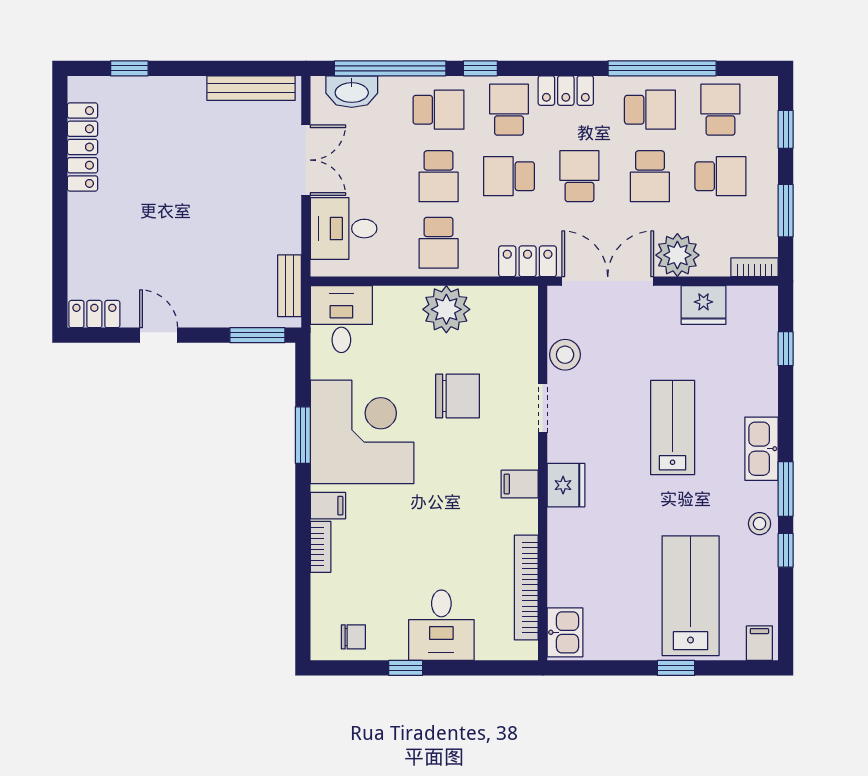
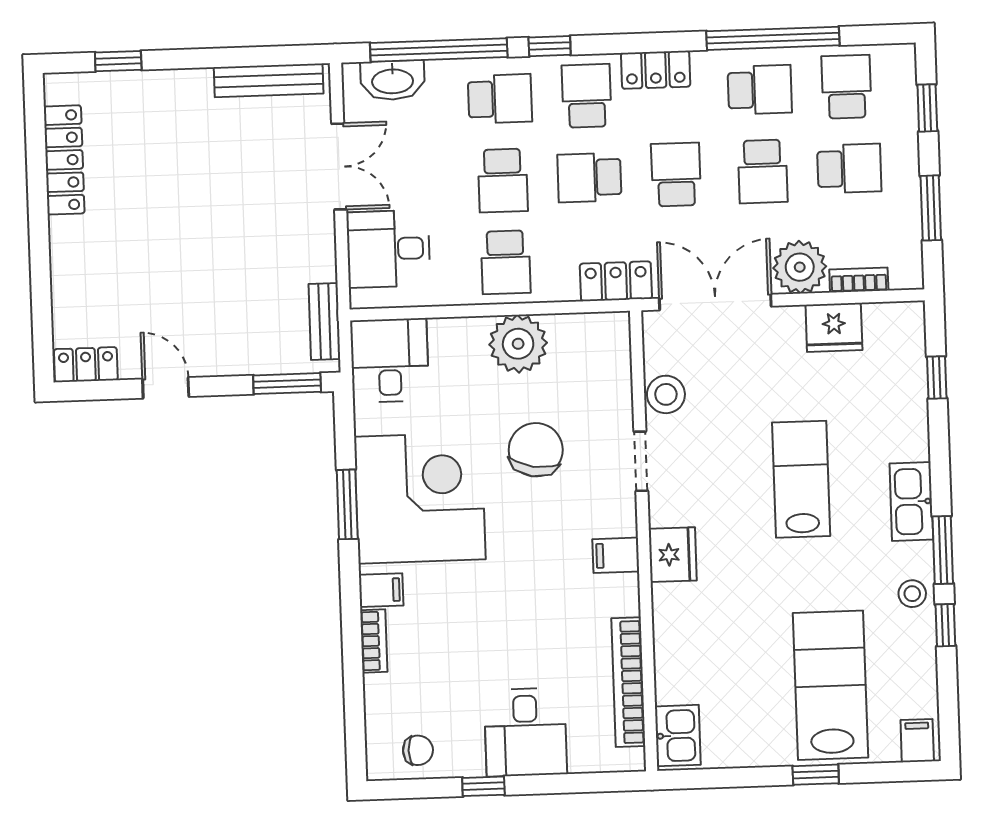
bookcase: (755, 267) -> (859, 280), moved
chair: (458, 396) -> (536, 450), turned -80

